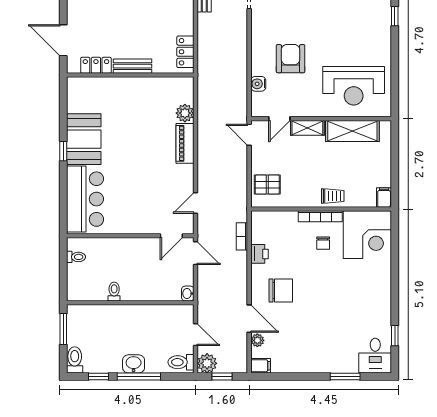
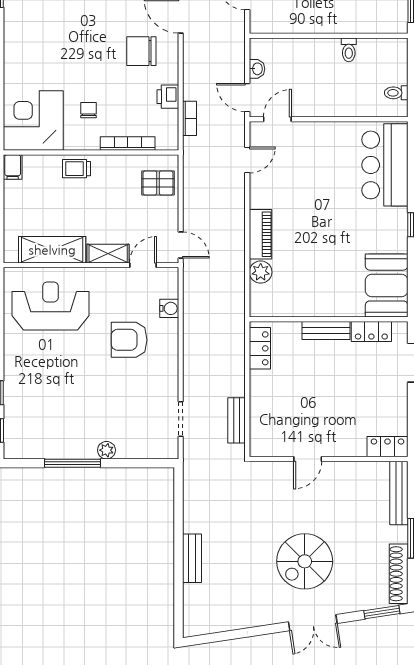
armchair: (291, 59) -> (129, 340), turned 90
booth: (84, 139) -> (387, 286), moved
bookcase: (320, 216) -> (128, 144), moved
washbasin: (188, 294) -> (257, 69), moved

